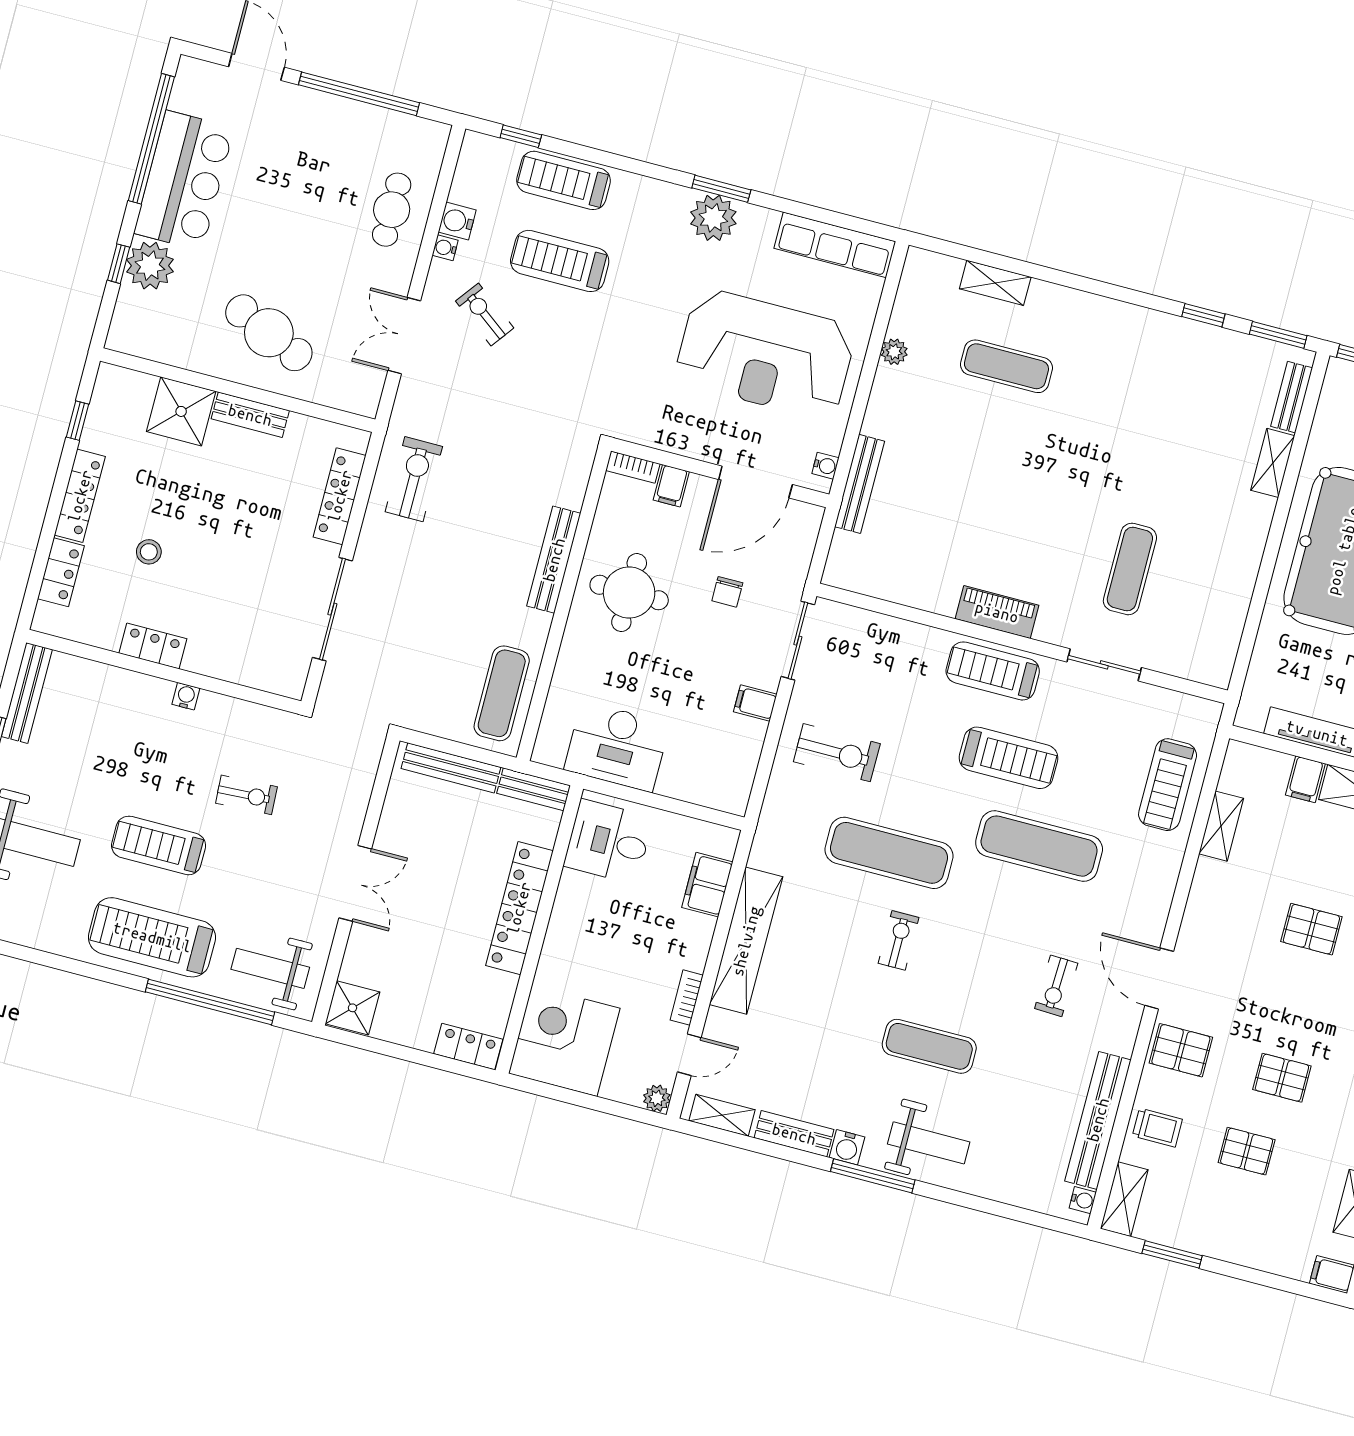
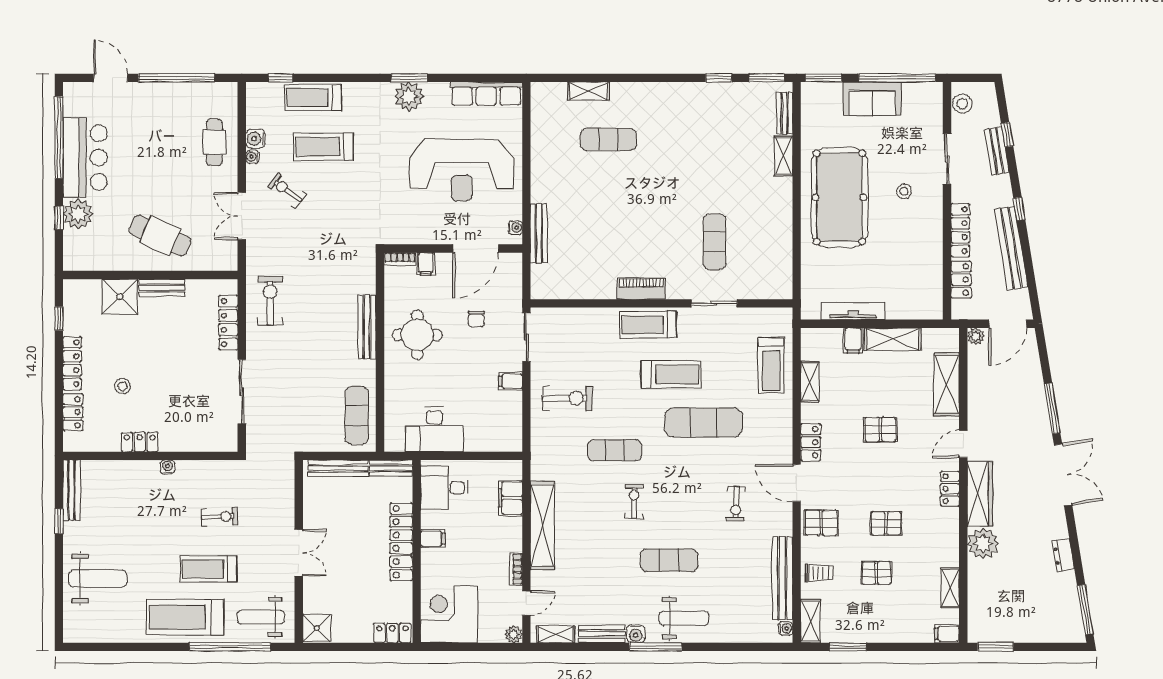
plant: (894, 352) -> (539, 148), removed
treadmill: (159, 845) -> (208, 569), moved
exercise mat: (889, 853) -> (615, 450), width x0.73, depth x0.69
filing cabinet: (570, 916) -> (433, 539), added
locker: (1198, 920) -> (811, 442), added

